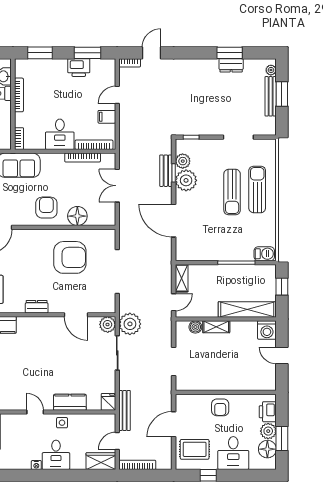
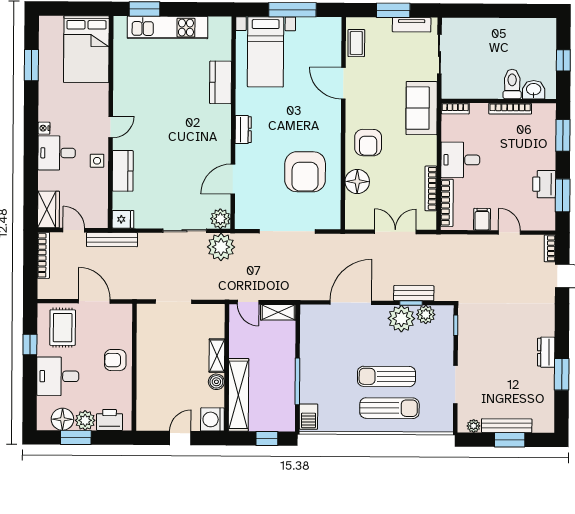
dresser: (231, 65) -> (546, 352), moved
plant: (271, 70) -> (474, 426), moved
armchair: (46, 208) -> (368, 143), turned 90
boiler: (195, 327) -> (216, 382), moved

